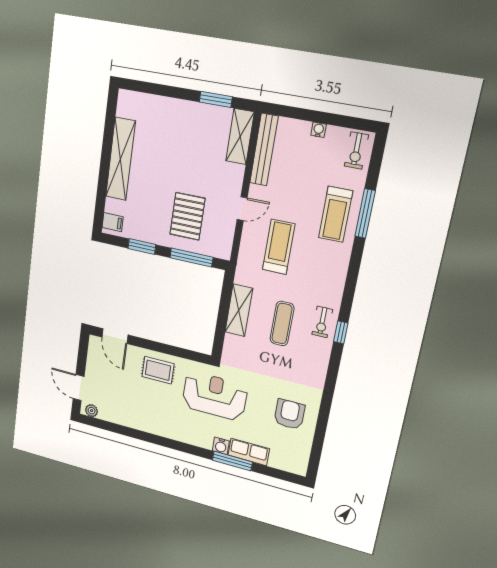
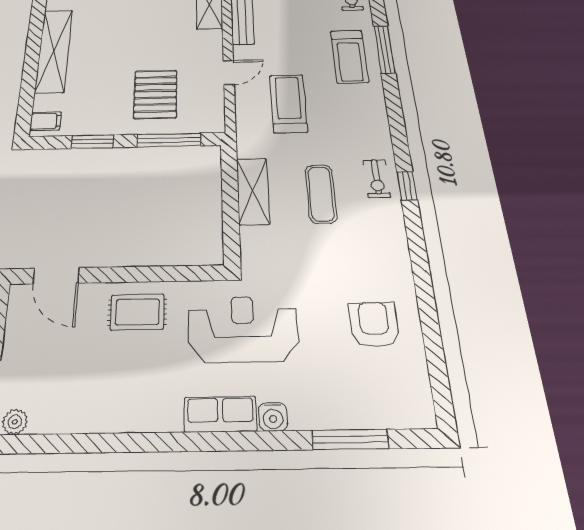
row of seats: (249, 452) -> (220, 414), moved
window: (232, 461) -> (350, 440), moved

